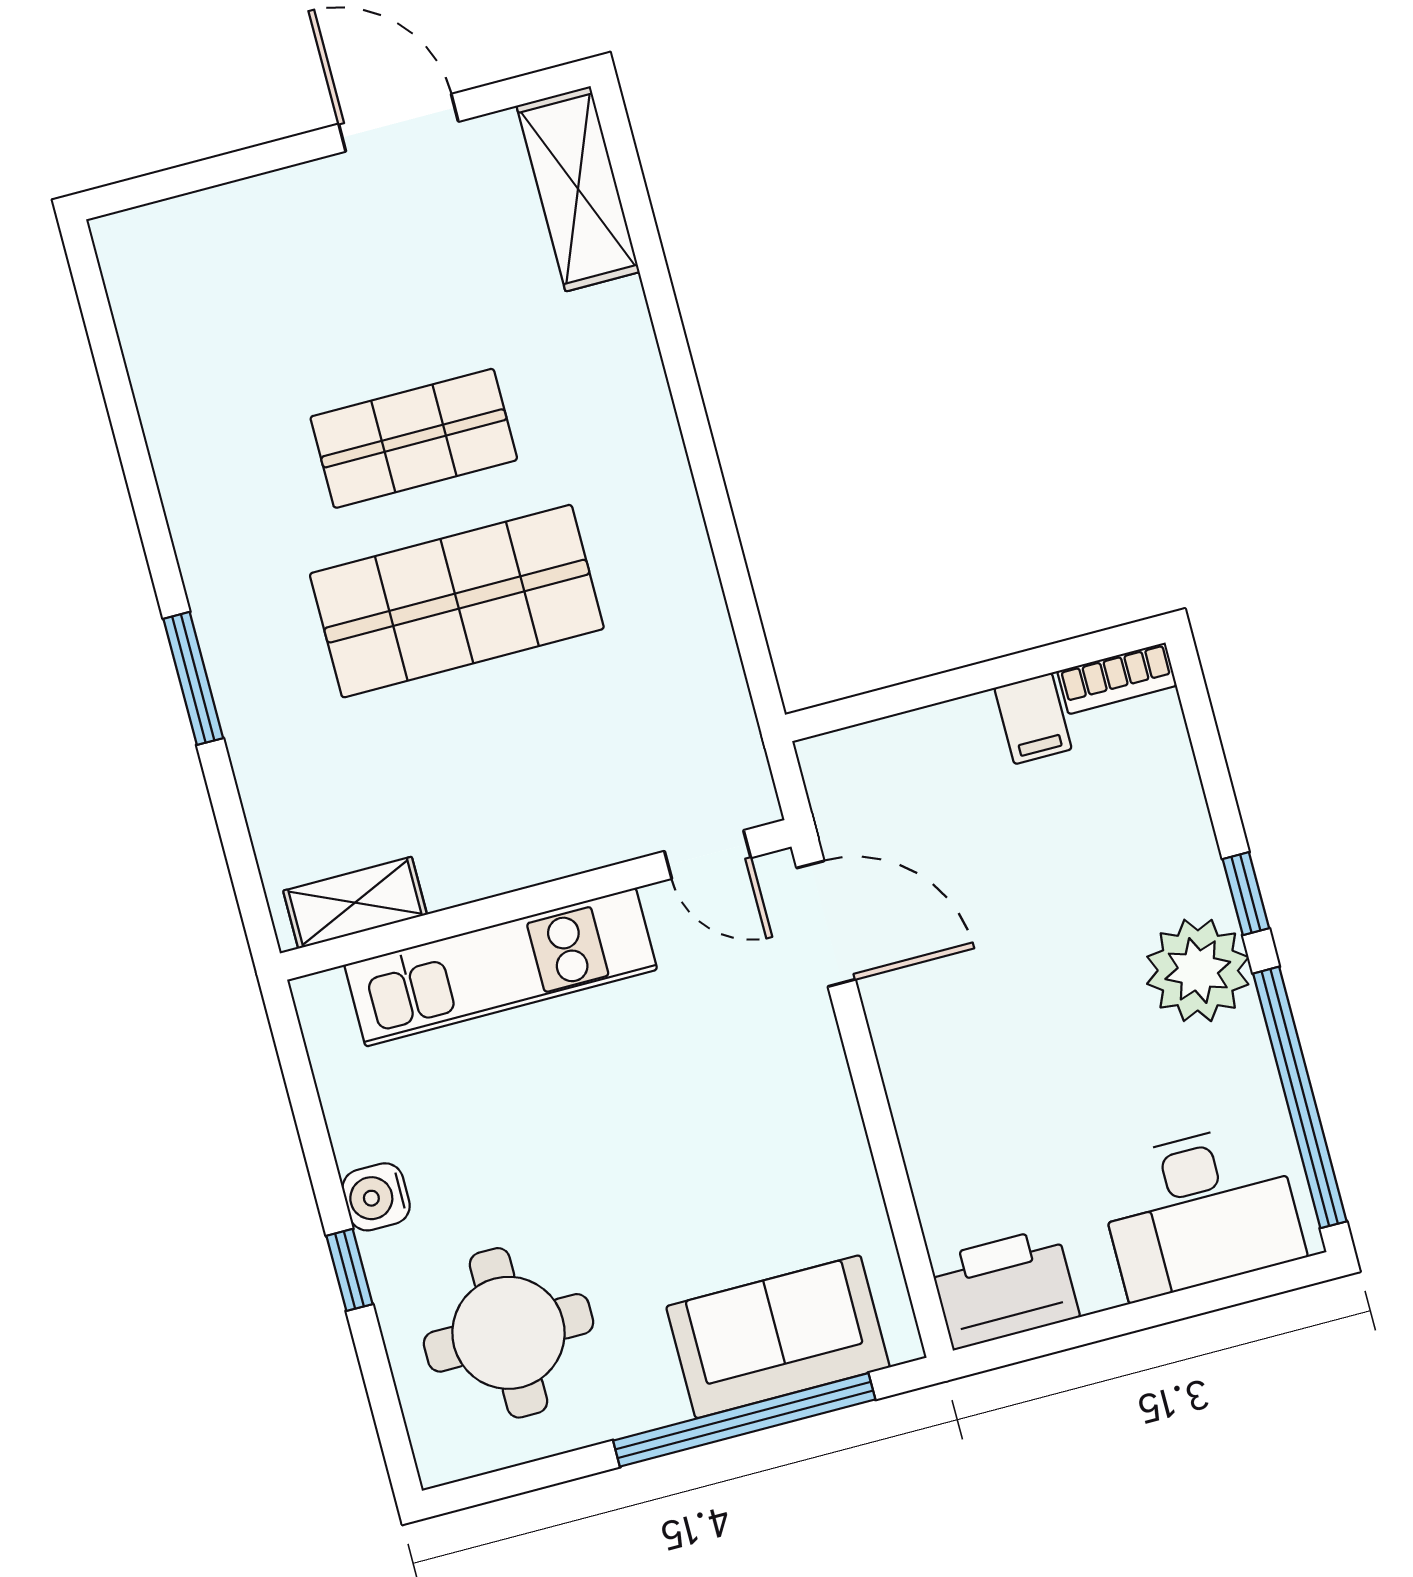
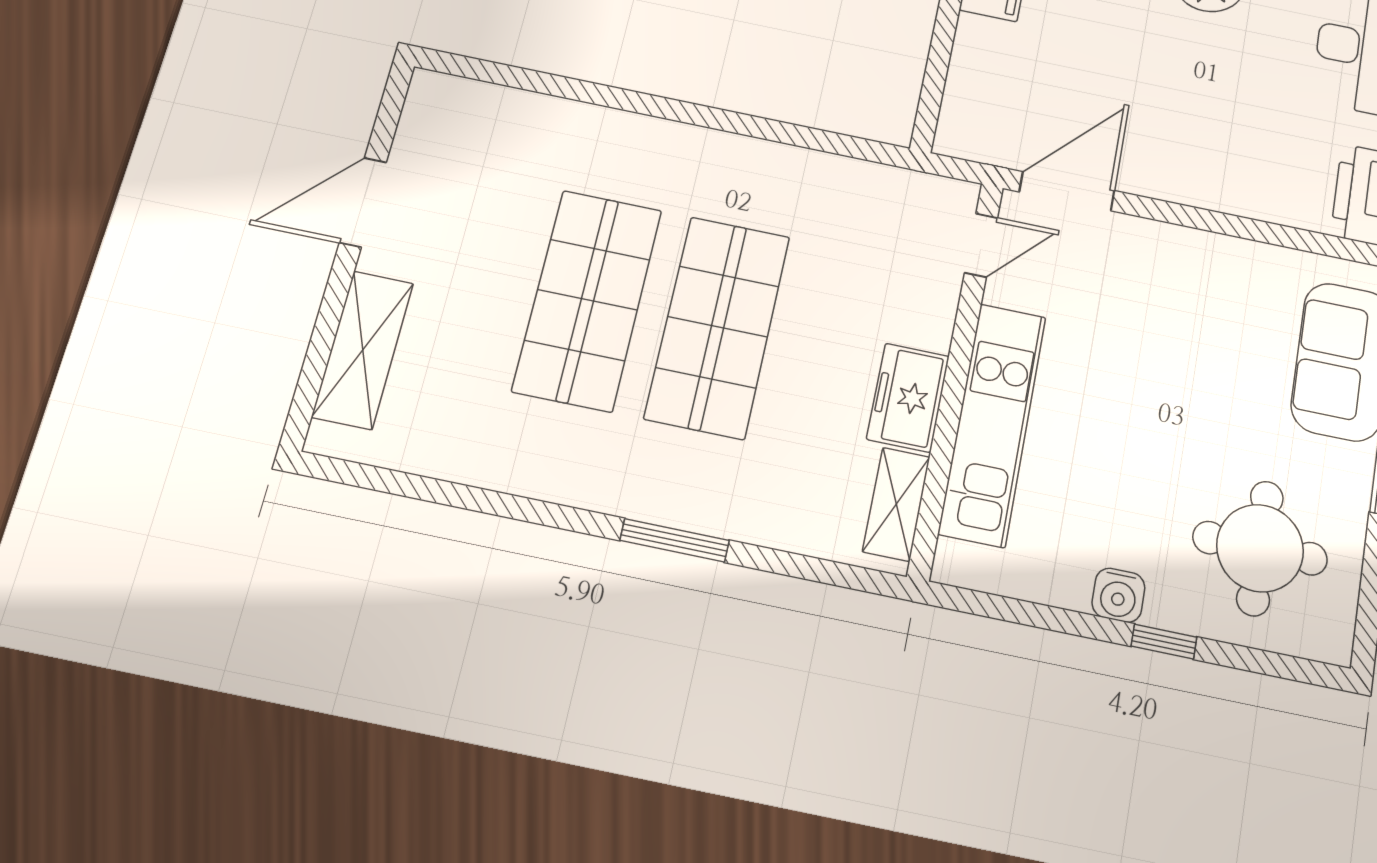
shelving: (578, 189) -> (363, 350), moved, turned 90
shop shelf: (414, 438) -> (587, 300), width x1.43, depth x1.36
freezer: (483, 857) -> (908, 398), added

